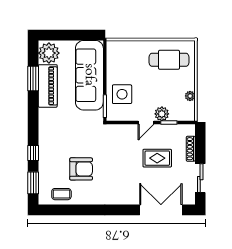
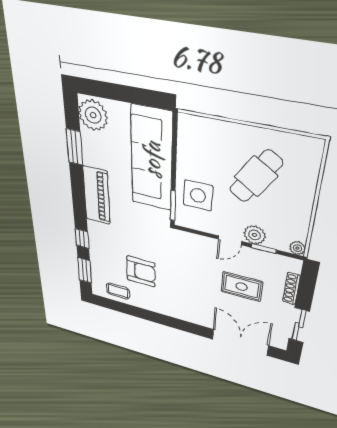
cafe table: (169, 60) -> (256, 176), moved, turned -57
piano: (48, 86) -> (96, 196), moved
plant: (190, 96) -> (297, 248), moved

